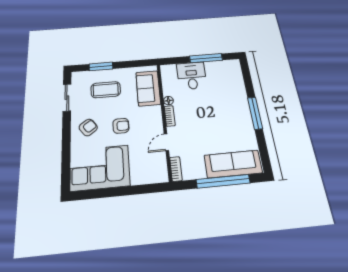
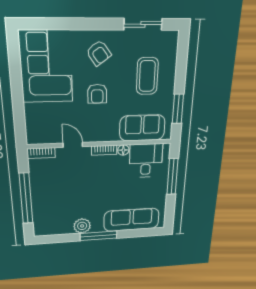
window: (206, 58) -> (172, 177), moved
window: (101, 66) -> (178, 109), moved
desk: (192, 76) -> (146, 161), moved, turned -90
plant: (246, 128) -> (82, 226), added
sofa: (233, 164) -> (132, 220), moved, turned -90

